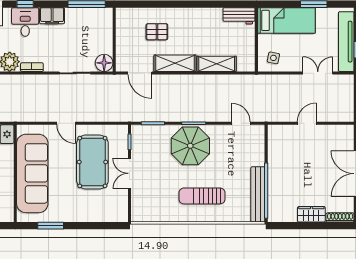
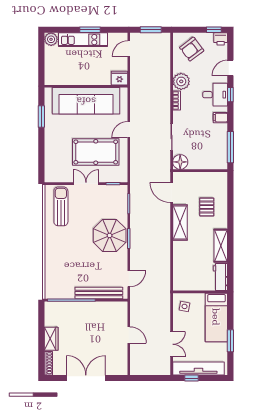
filing cabinet: (52, 16) -> (220, 118), width x0.50
shelving: (217, 64) -> (221, 246), moved
door: (140, 73) -> (172, 193), hinge flipped
bench: (258, 194) -> (99, 293), moved
sun lounger: (202, 196) -> (61, 206), moved

